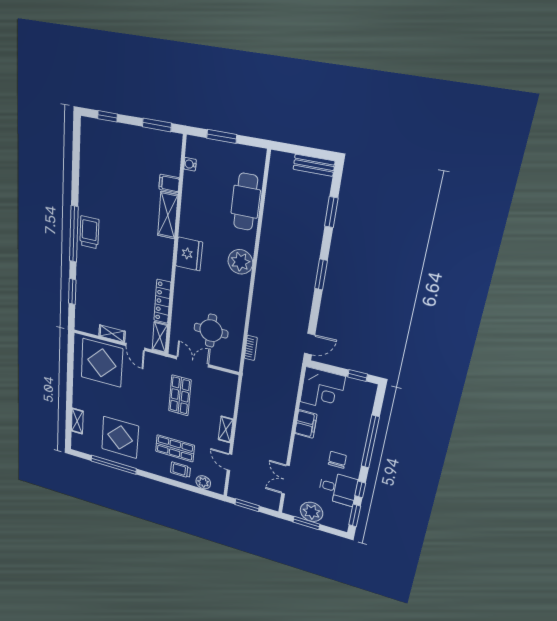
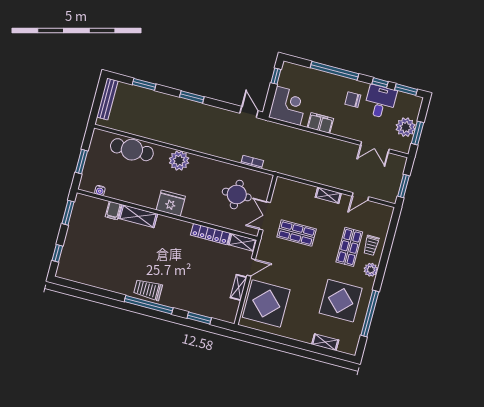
bench: (314, 165) -> (107, 99), width x1.36
plant: (203, 482) -> (371, 270), moved

